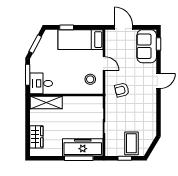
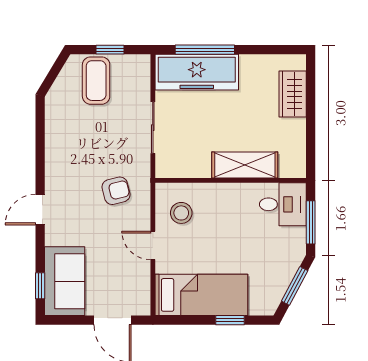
shelving: (46, 102) -> (245, 165), moved

